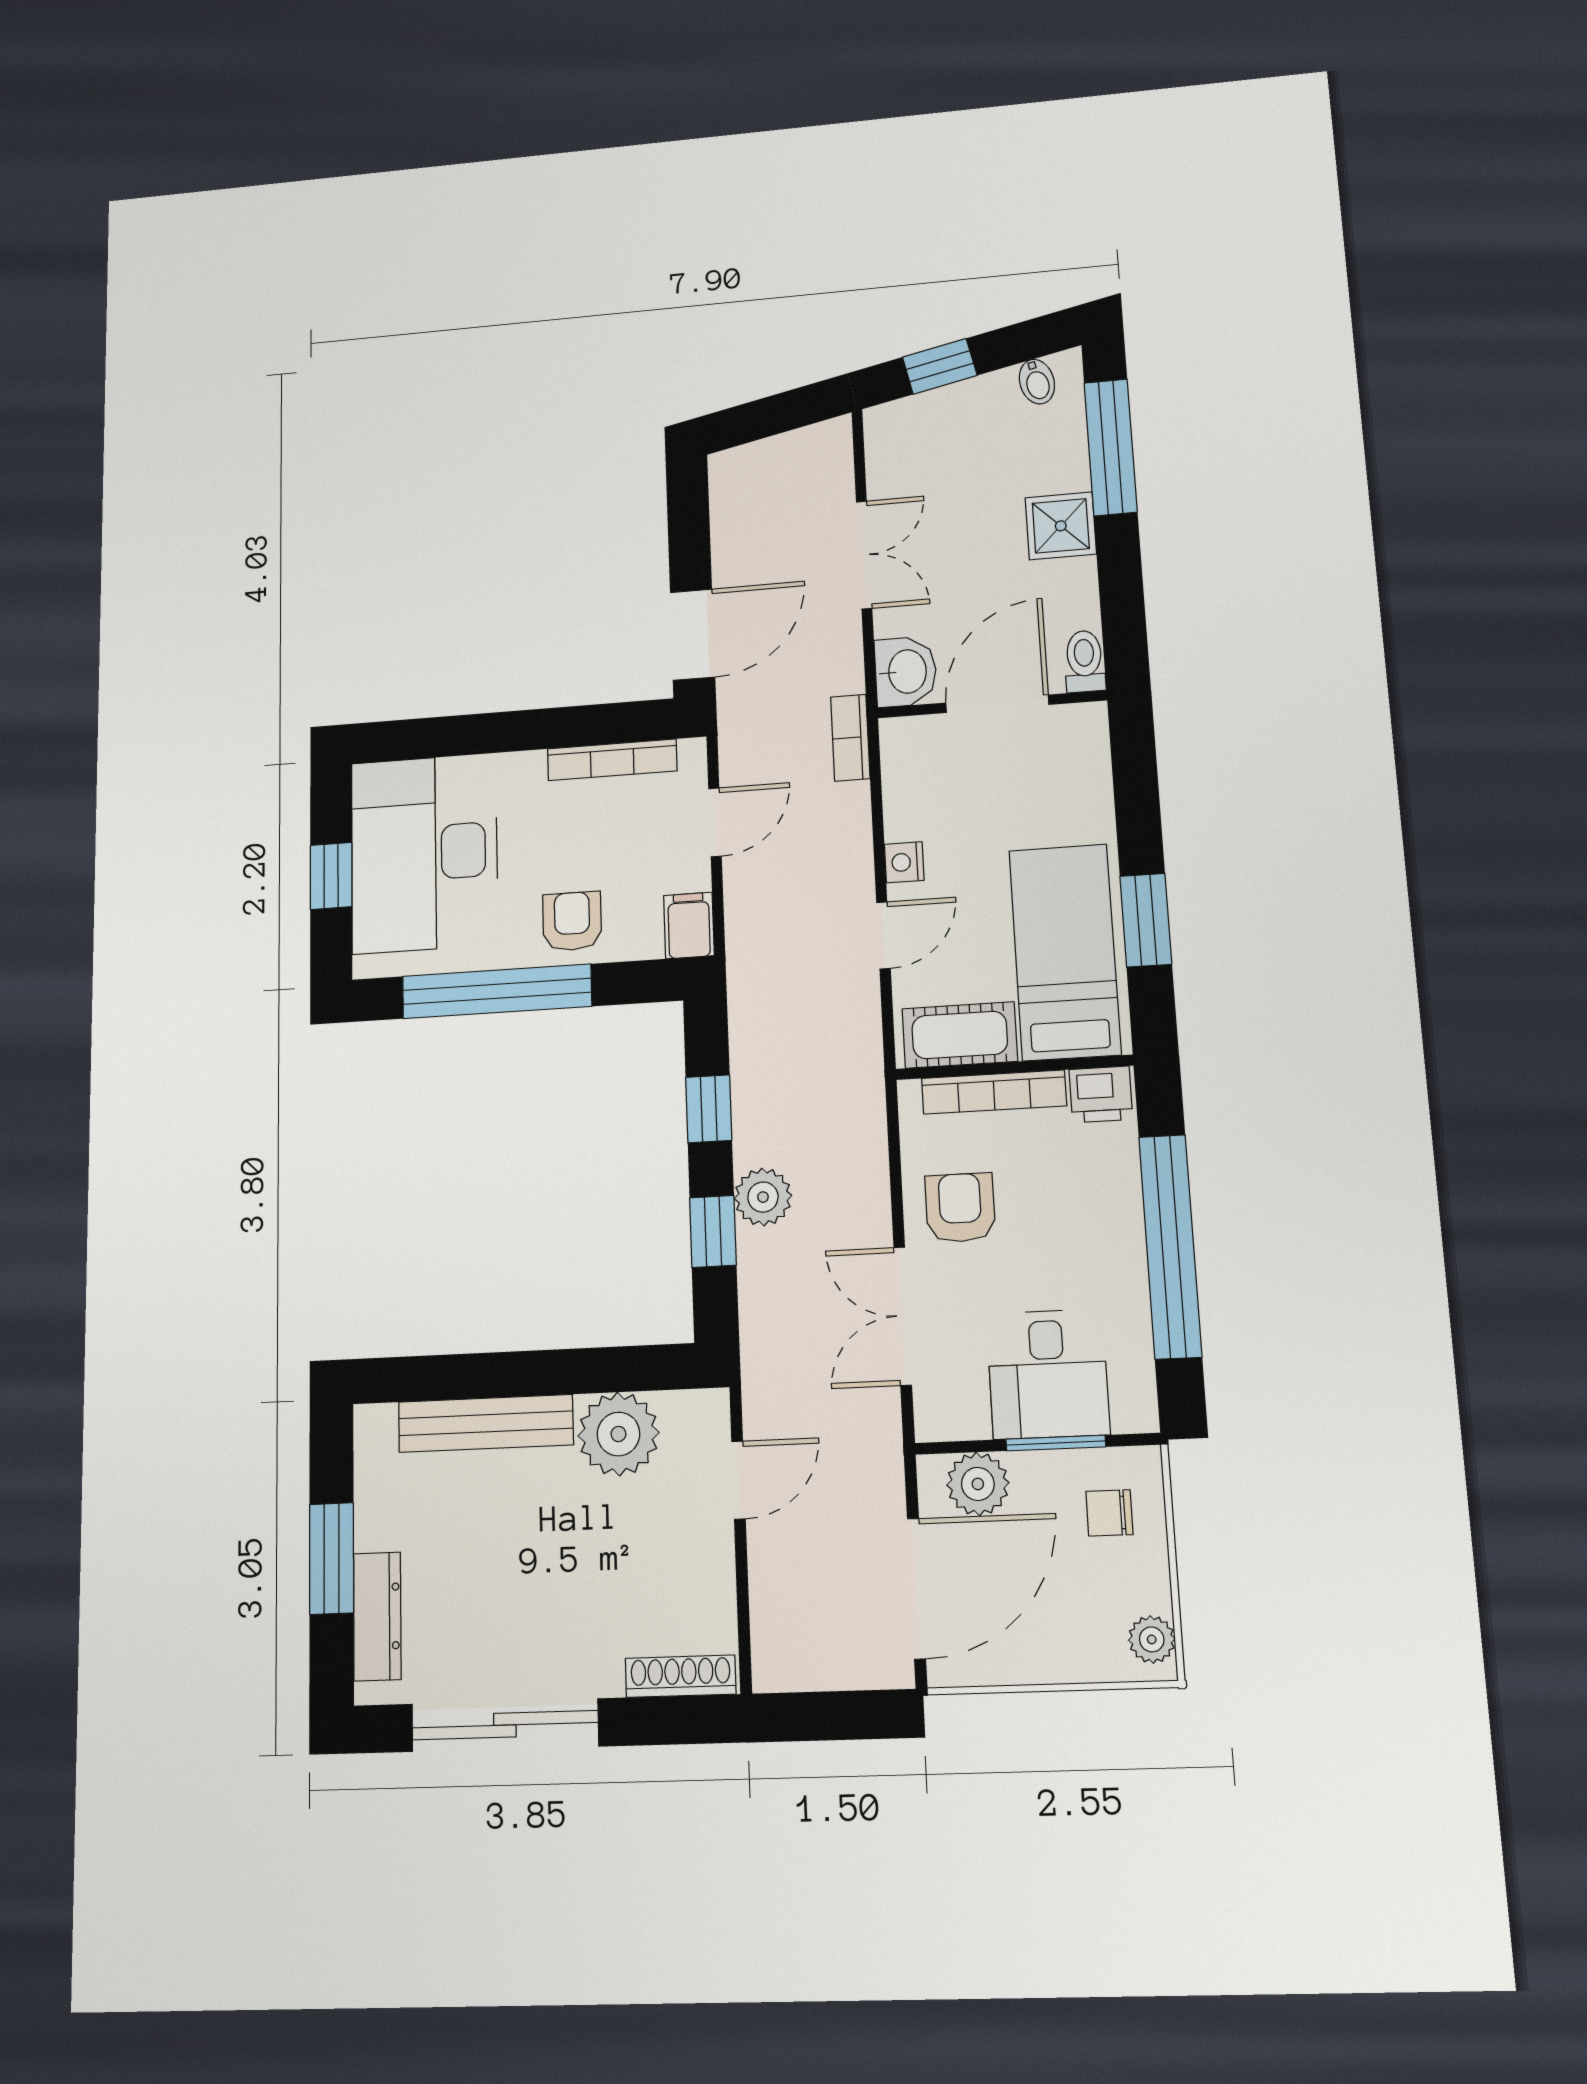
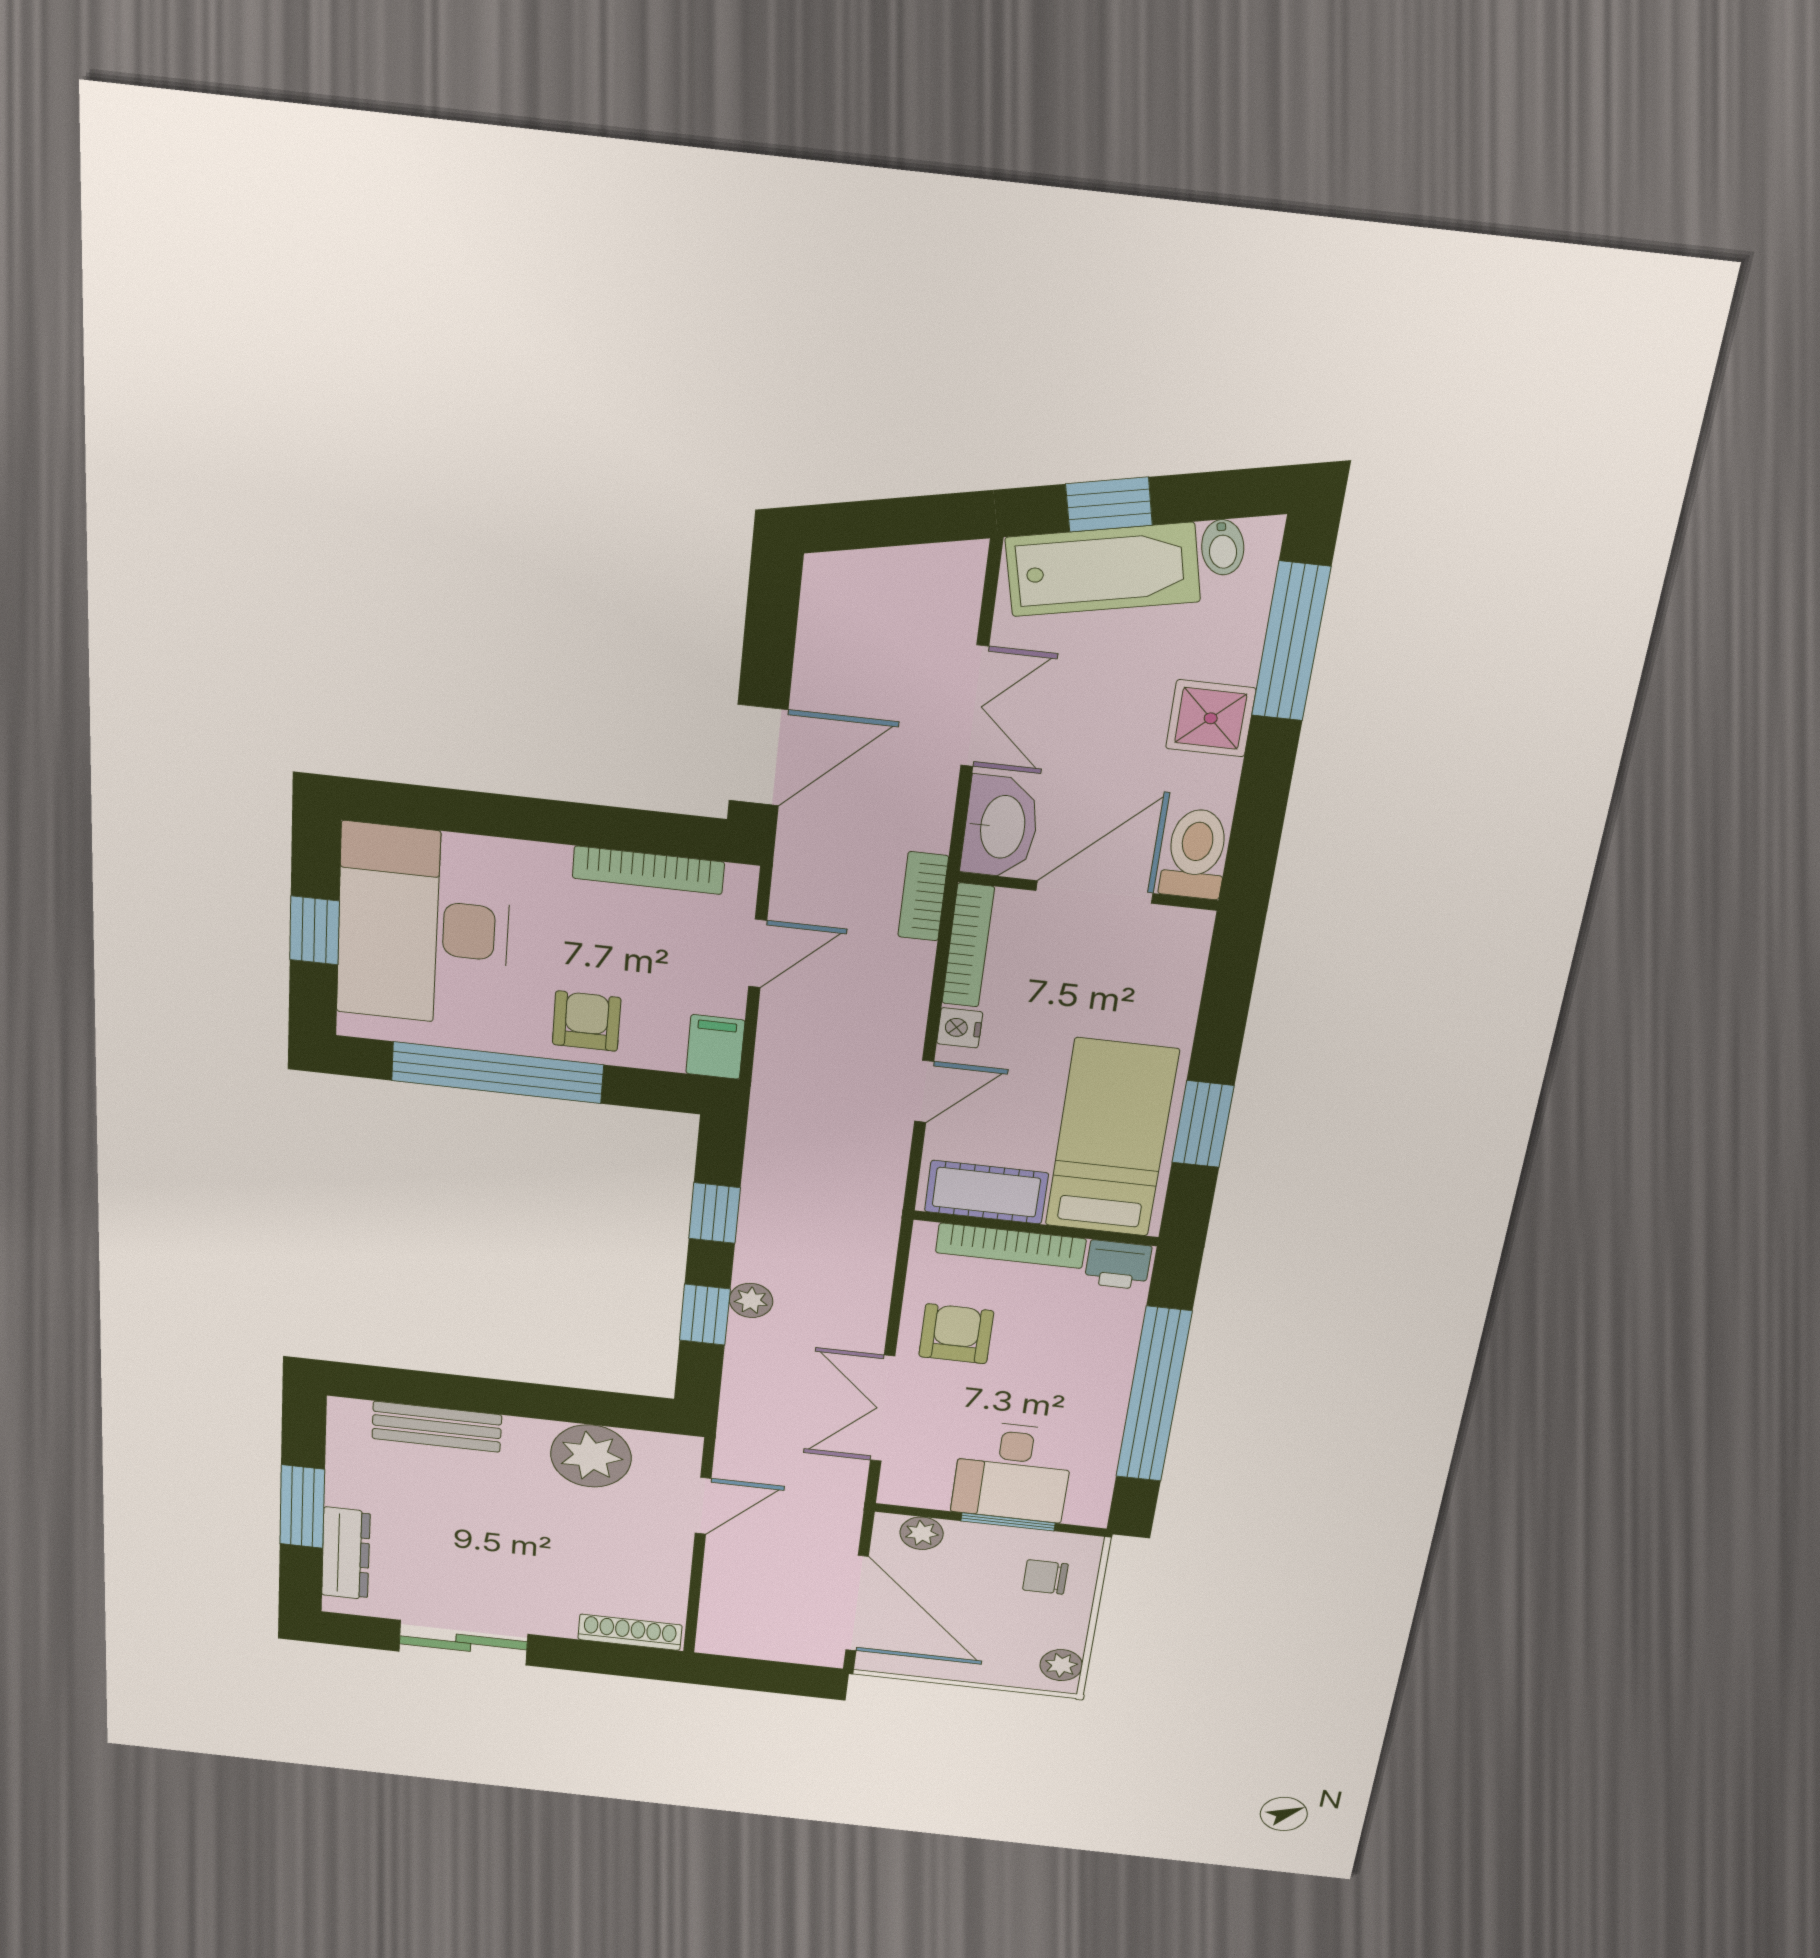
bathtub: (946, 419) -> (1103, 570), added
toilet: (1084, 661) -> (1195, 854), width x1.37, depth x1.39
washbasin: (906, 672) -> (1001, 827), width x1.38
bookcase: (897, 778) -> (968, 945), added
plant: (763, 1197) -> (751, 1300), width x0.73, depth x0.73
bench: (486, 1423) -> (437, 1427), width x0.73
plant: (978, 1484) -> (922, 1533), width x0.73, depth x0.73
door: (917, 1589) -> (857, 1603), hinge flipped
sliding door: (505, 1725) -> (463, 1643), width x0.73

